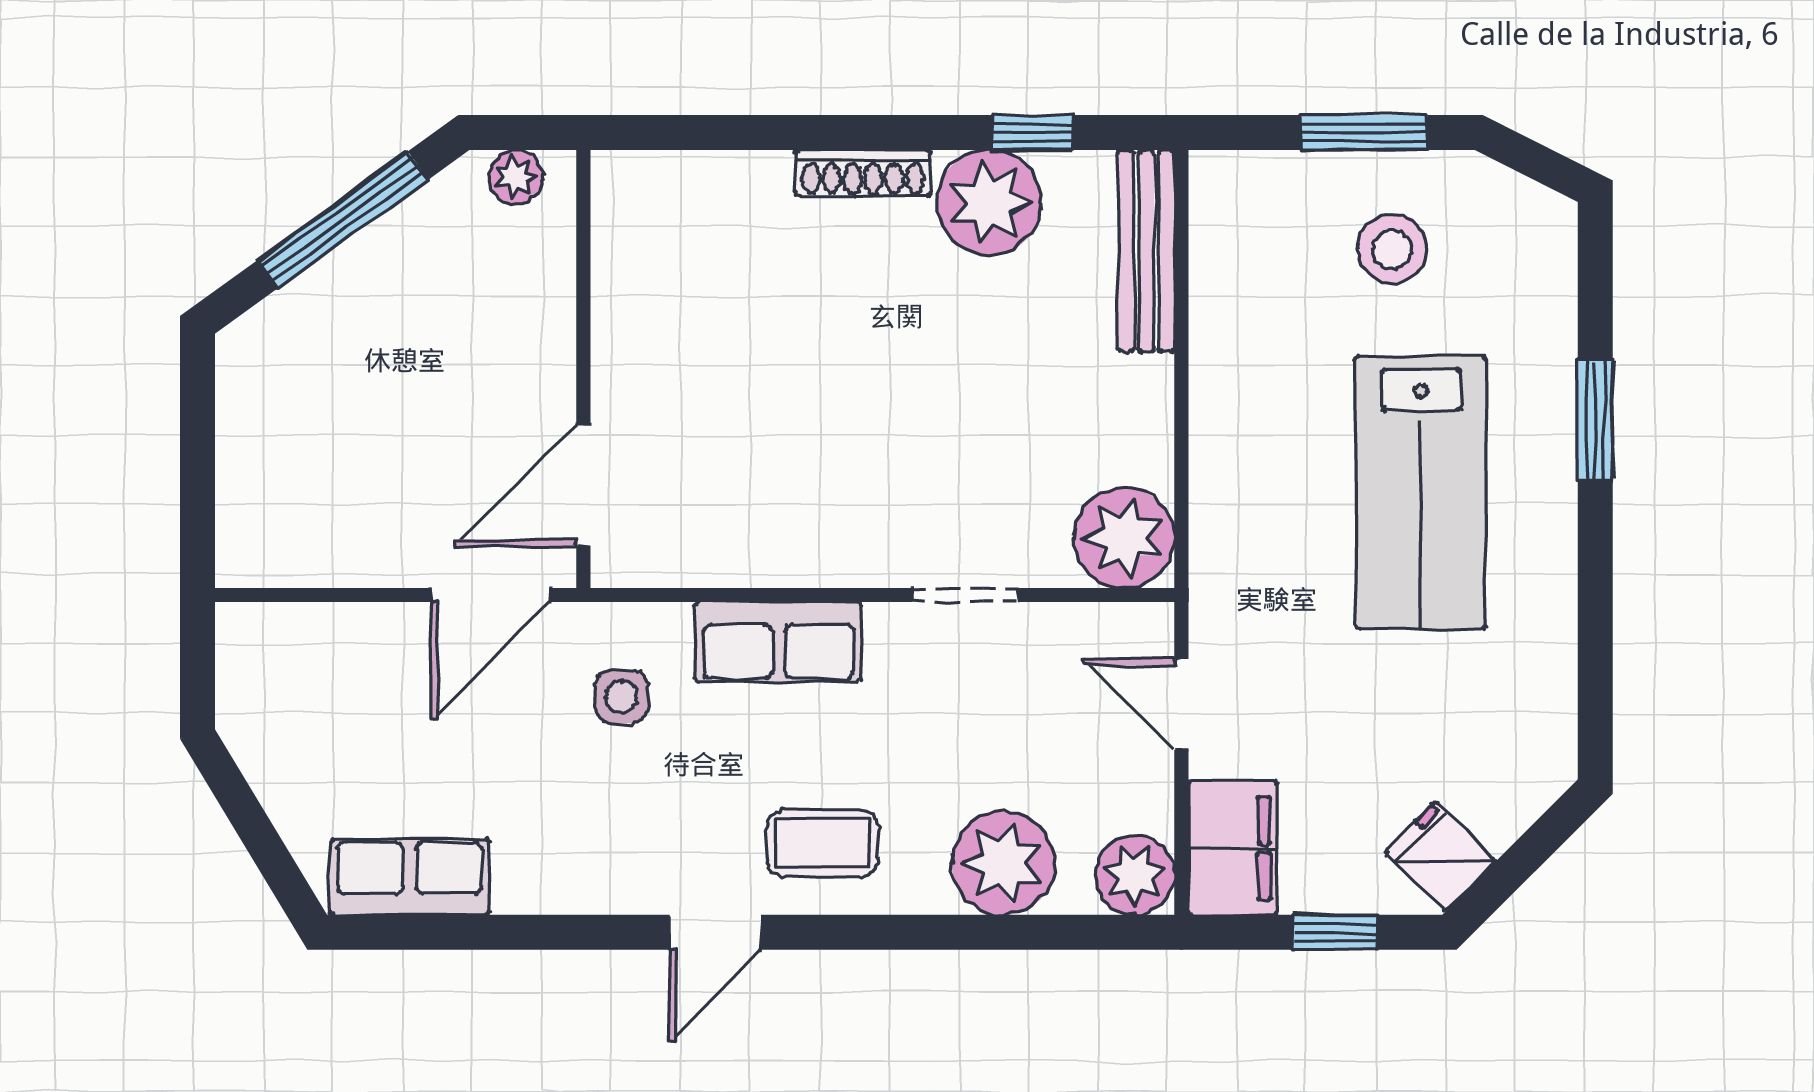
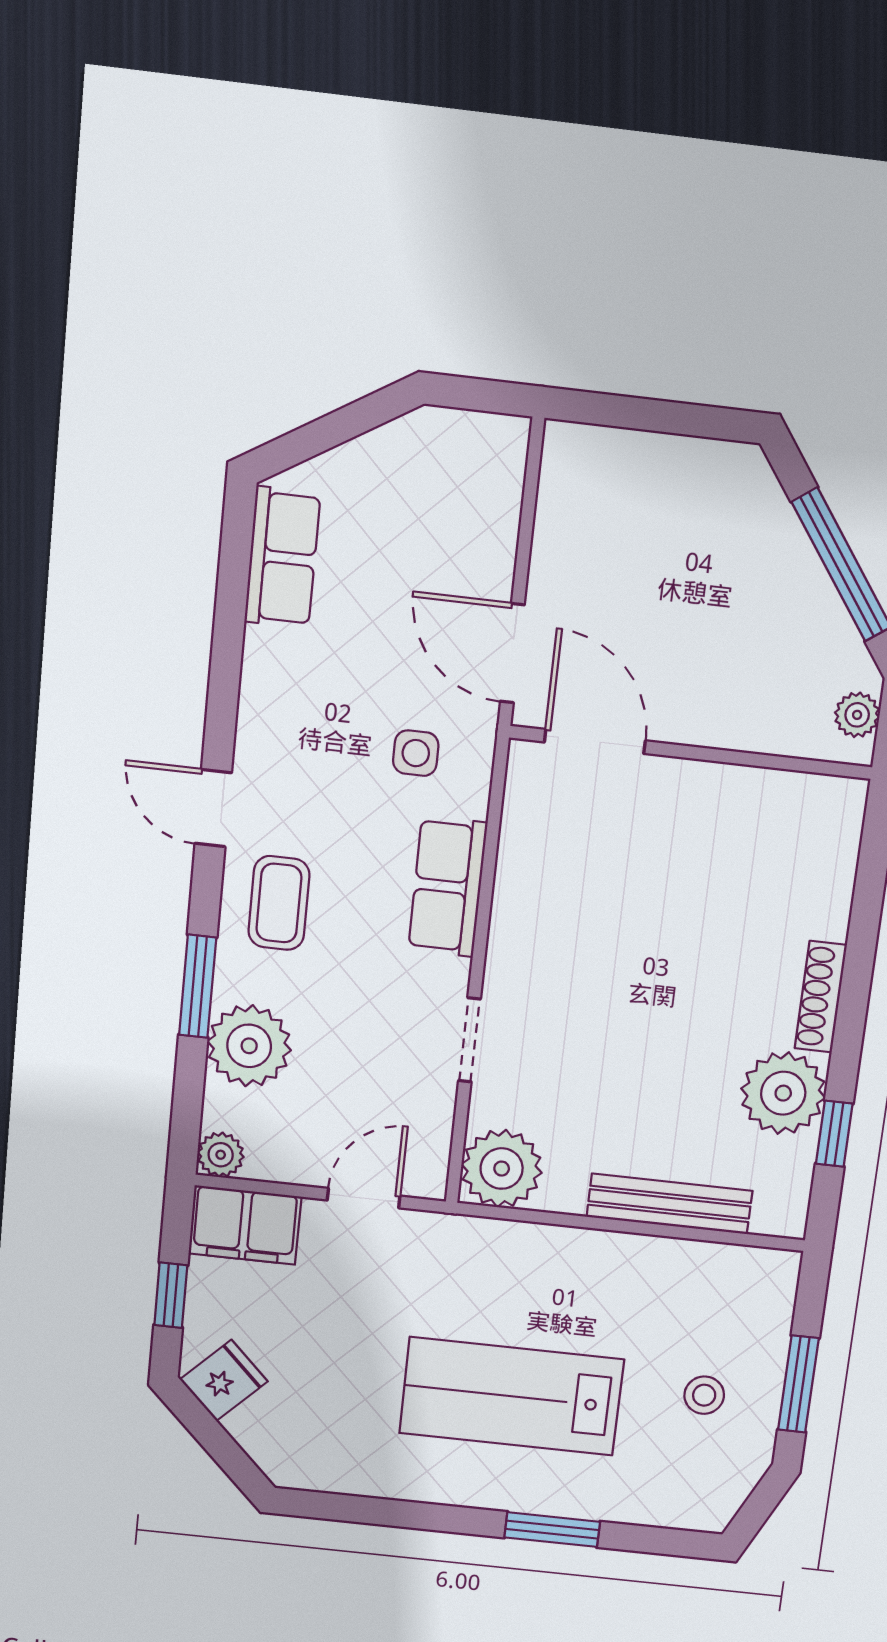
stool: (1392, 250) -> (704, 1395), width x0.73, depth x0.73
bench: (1146, 251) -> (669, 1204), moved
plant: (1135, 875) -> (221, 1155), width x0.73, depth x0.73
window: (936, 932) -> (198, 986), added

